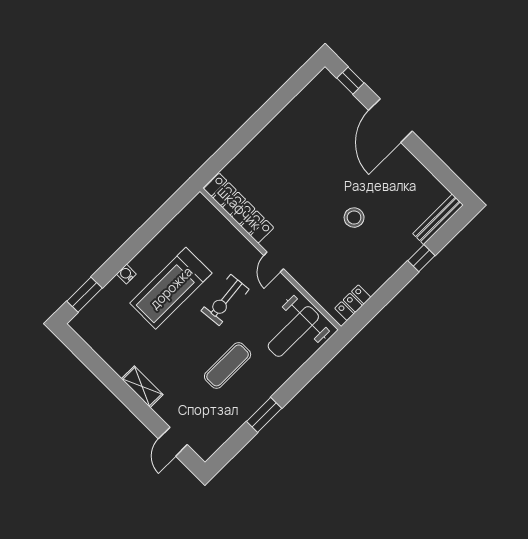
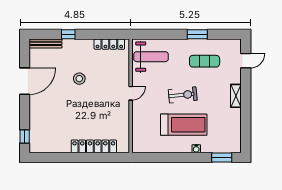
door: (390, 121) -> (25, 81), moved
locker: (239, 208) -> (94, 146), moved, turned 90
exercise bike: (225, 300) -> (183, 95), moved
locker: (353, 303) -> (109, 44), width x1.53
exercise mat: (228, 365) -> (205, 61), moved

